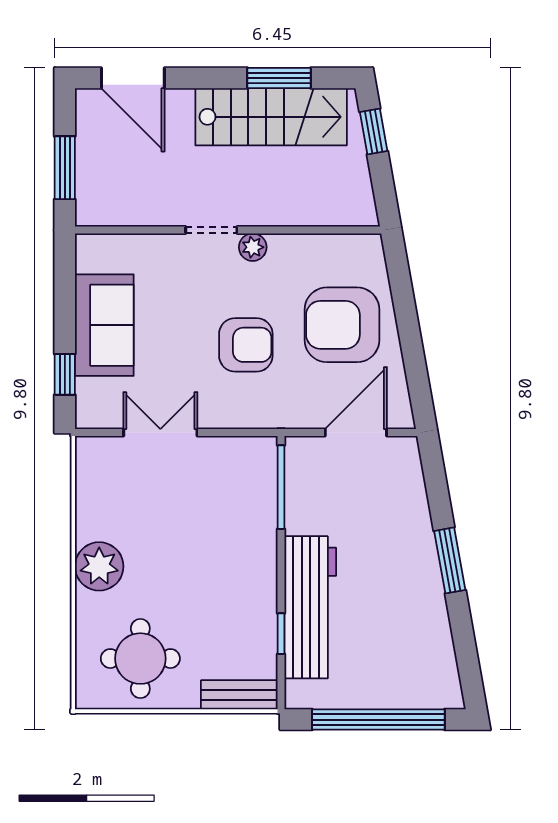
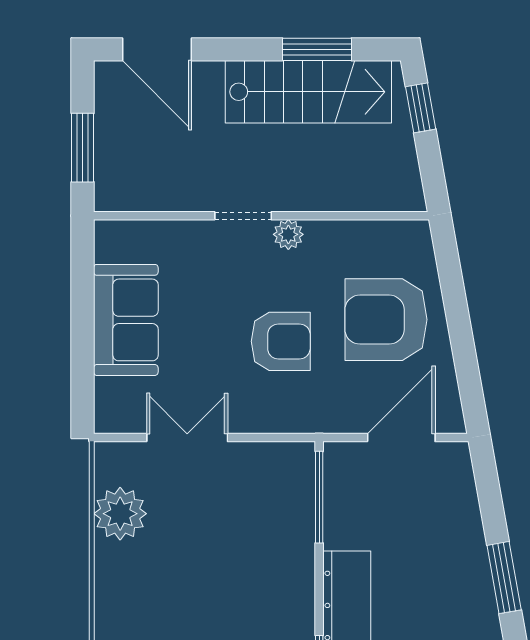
window: (65, 374) -> (83, 374), removed
plant: (99, 566) -> (120, 514), moved

